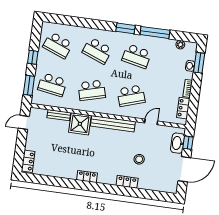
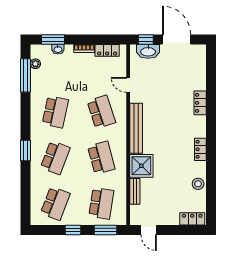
window: (125, 28) -> (25, 150), moved
window: (155, 32) -> (25, 75), moved
stool: (139, 159) -> (198, 184), moved

